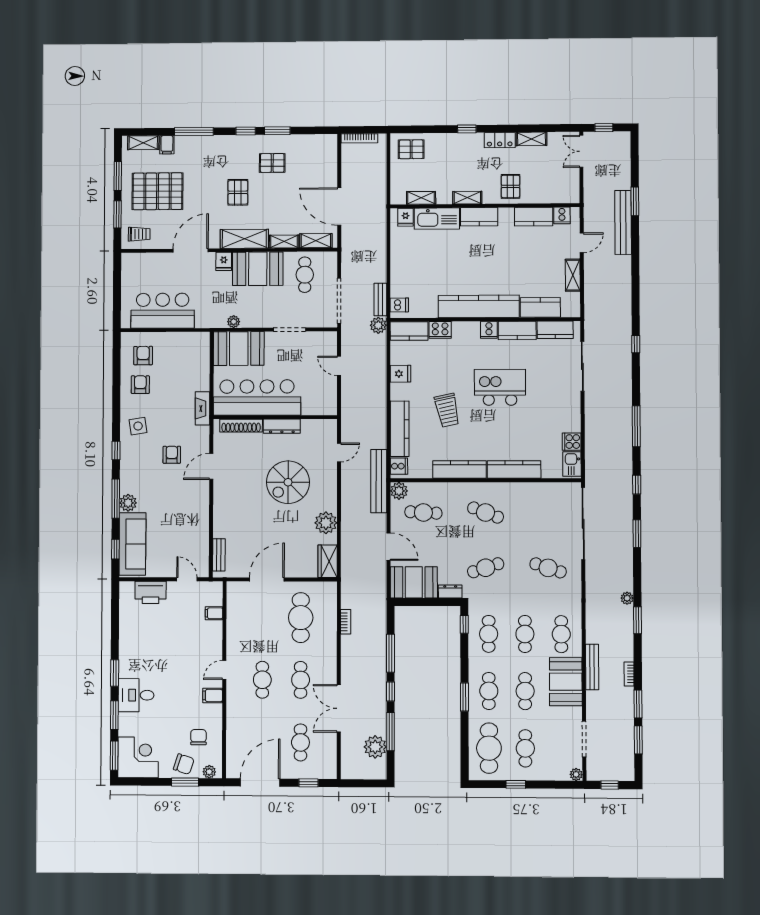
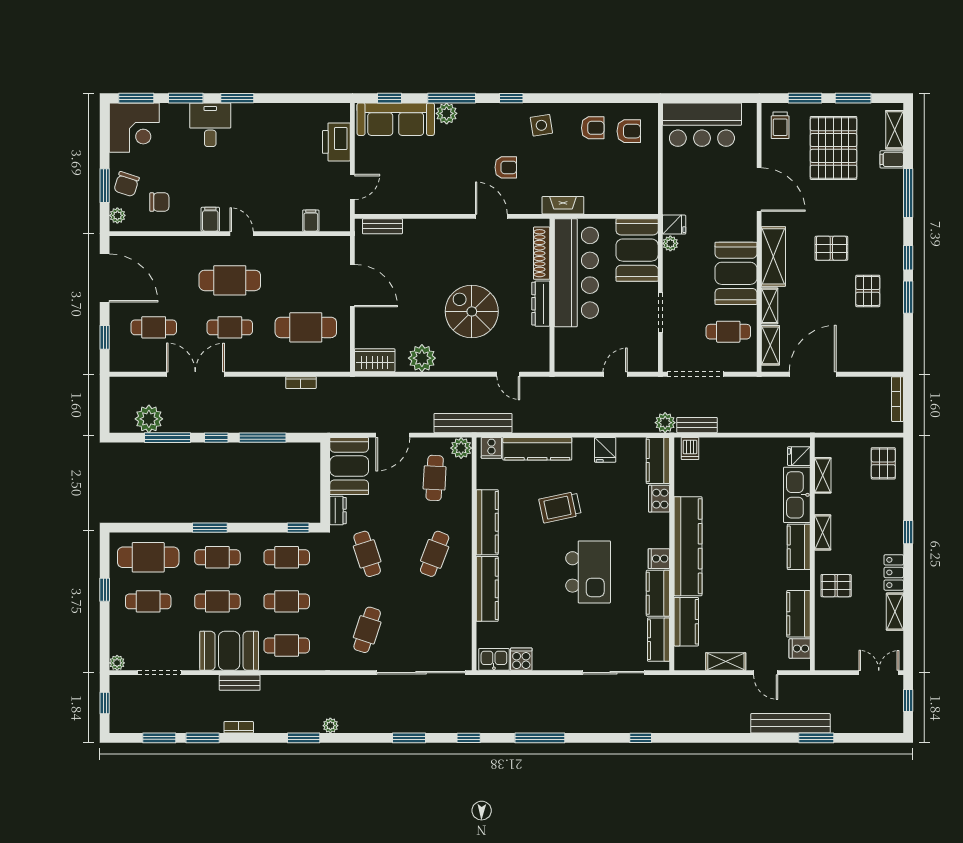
fridge: (224, 261) -> (674, 225), moved, turned 180
bar counter: (163, 311) -> (702, 125), moved, turned 90
bench: (592, 667) -> (240, 683), width x0.73
cafe table: (262, 680) -> (230, 280), width x1.37, depth x1.35

